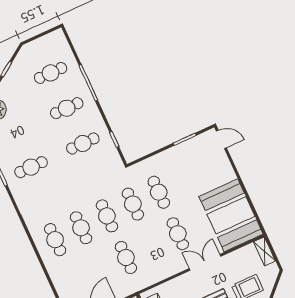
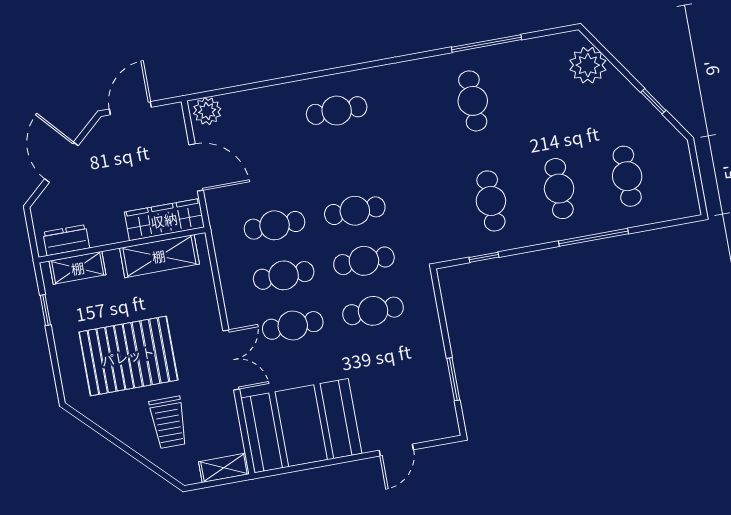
door: (221, 139) -> (396, 450), moved
cafe table: (81, 228) -> (284, 275), moved

